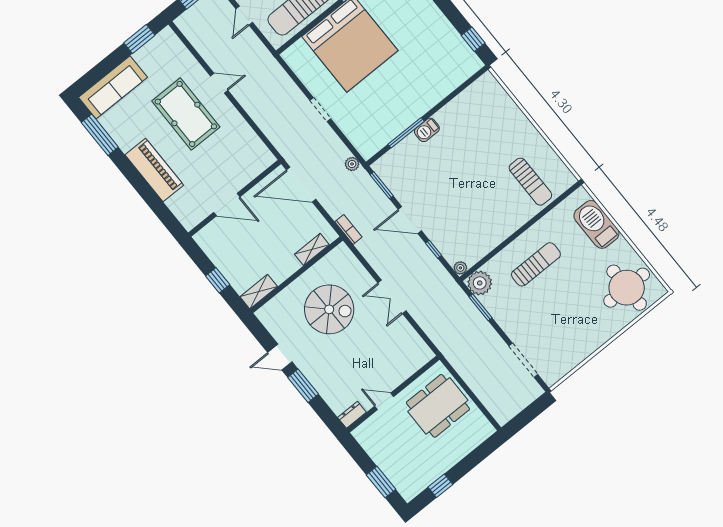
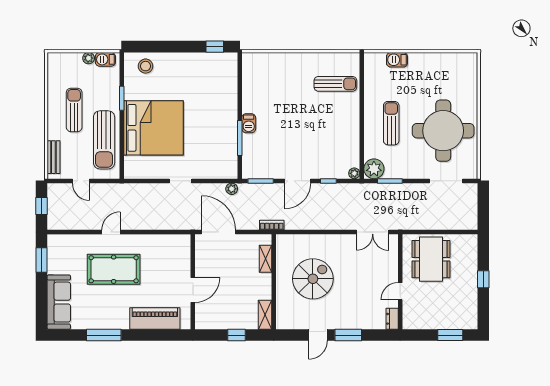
window: (100, 135) -> (104, 335), moved
piano: (154, 170) -> (155, 318), moved
door: (301, 185) -> (218, 232), swing flipped
barbecue: (596, 224) -> (397, 60), width x0.53, depth x0.65
round table: (627, 288) -> (443, 131), moved, width x1.36, depth x1.36
double door: (392, 297) -> (373, 232), moved
window: (440, 486) -> (483, 279), moved

